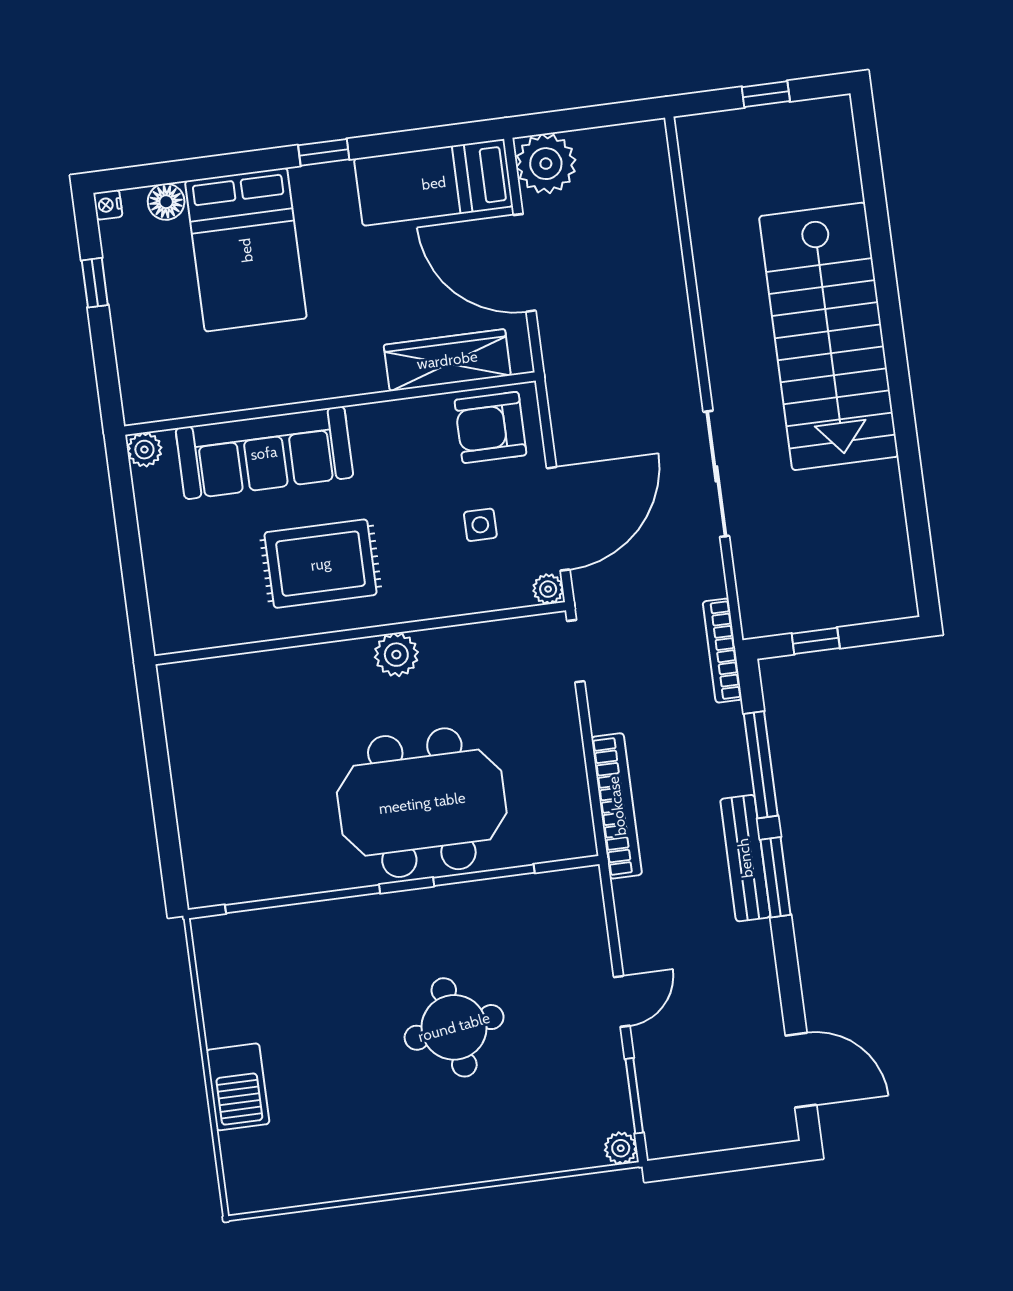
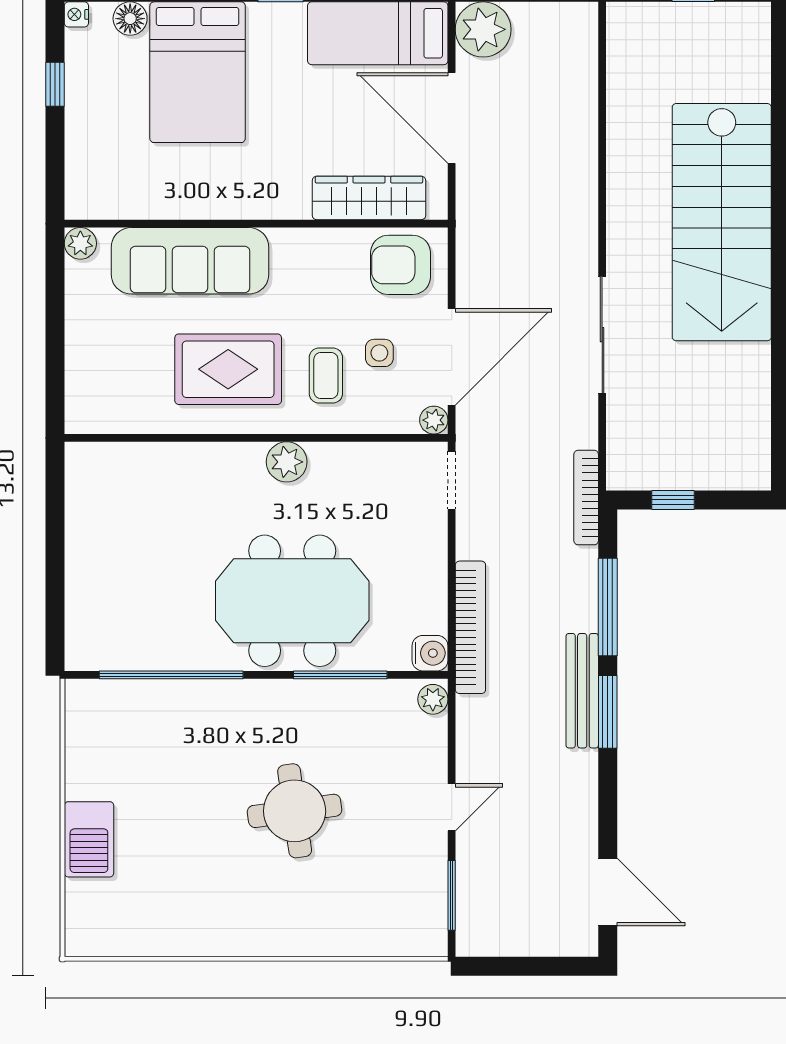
coffee table: (426, 557) -> (326, 376), added
water cooler: (577, 839) -> (430, 653), added
plant: (621, 1148) -> (433, 699), moved

